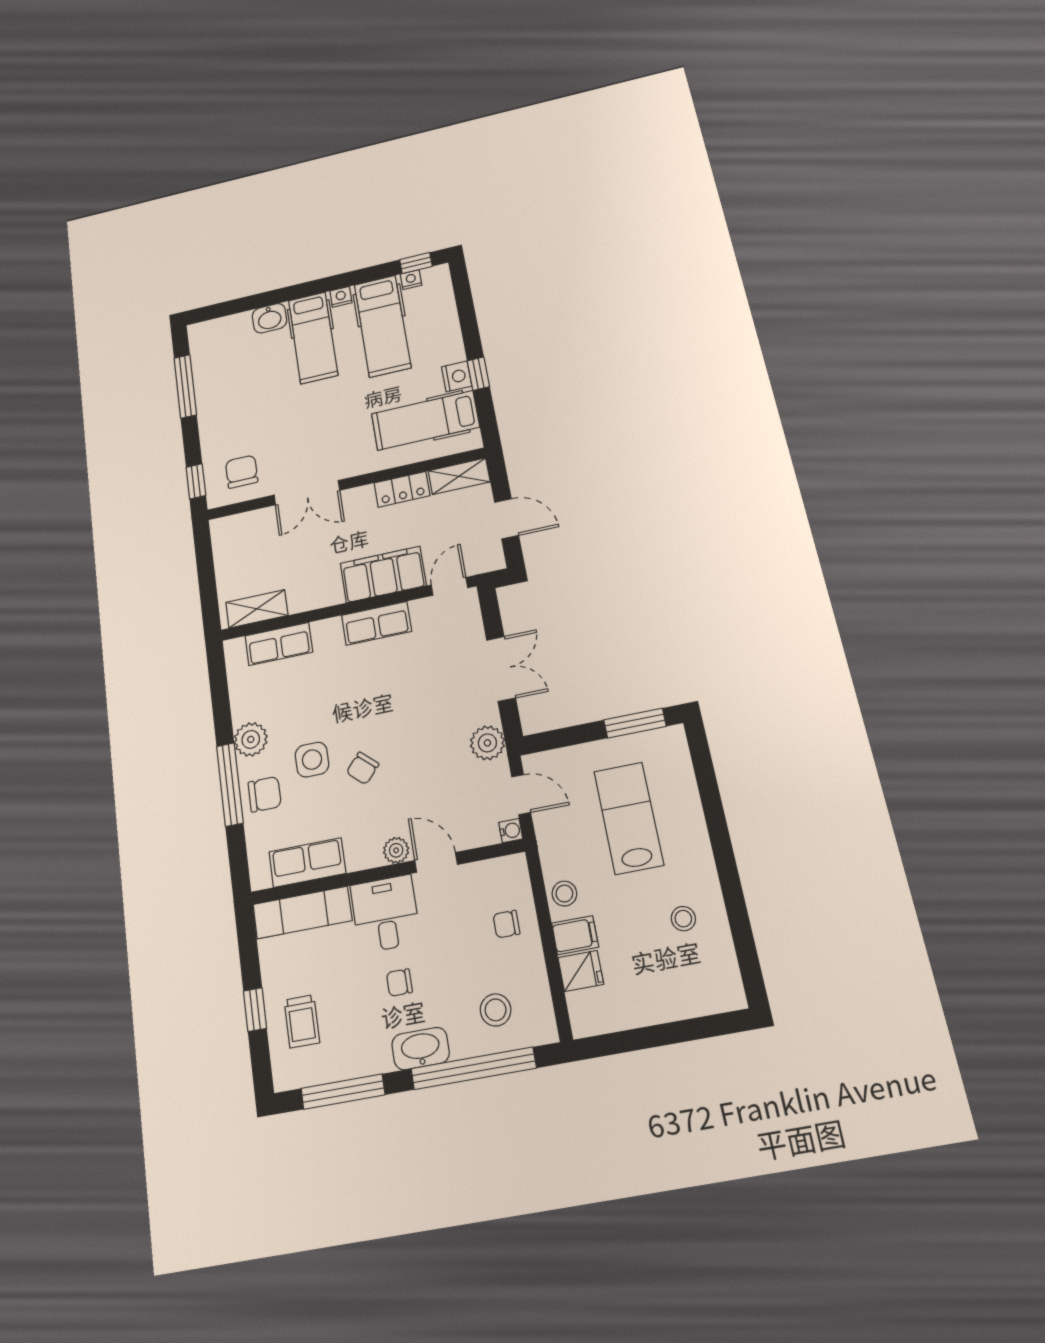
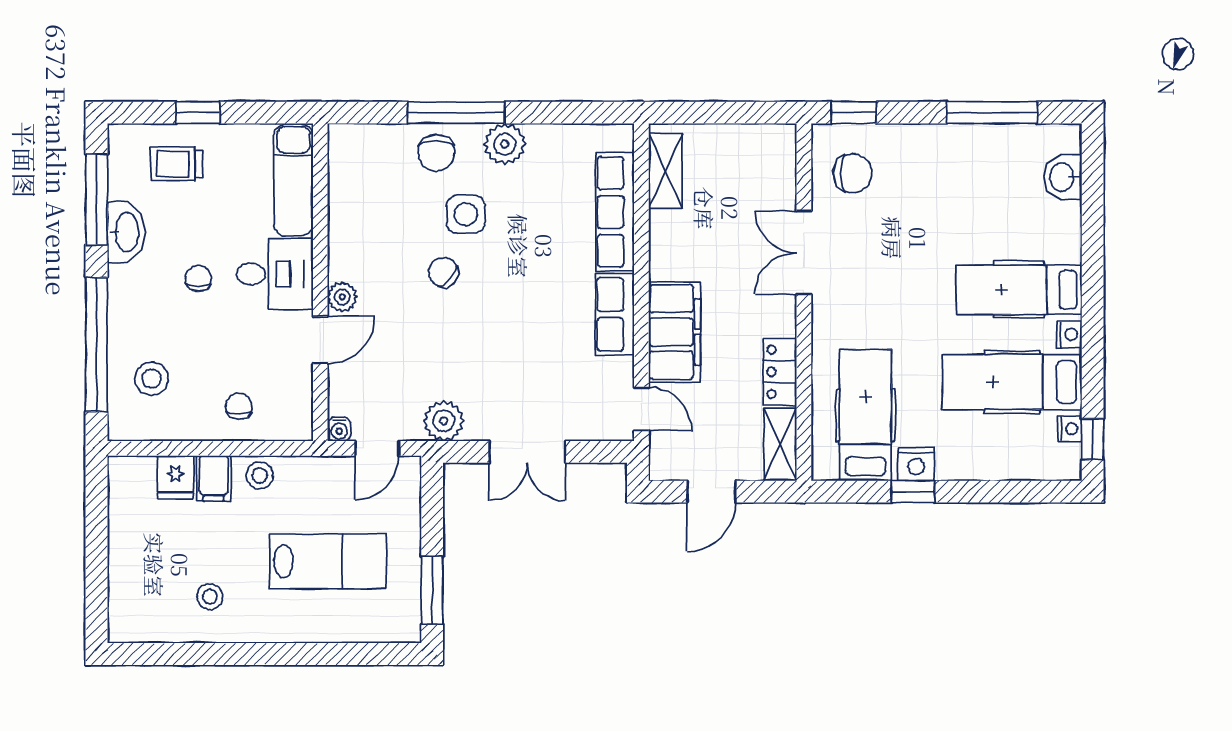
washbasin: (269, 318) -> (1063, 177), moved
row of seats: (279, 644) -> (615, 212), width x1.48
row of seats: (307, 863) -> (348, 193), removed
washbasin: (421, 1049) -> (126, 232), moved

